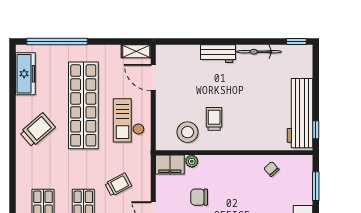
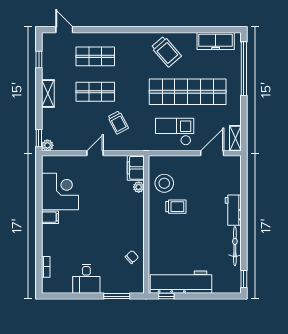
chair: (199, 197) -> (107, 194), removed

